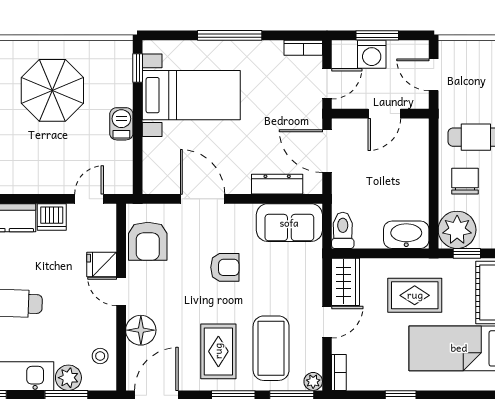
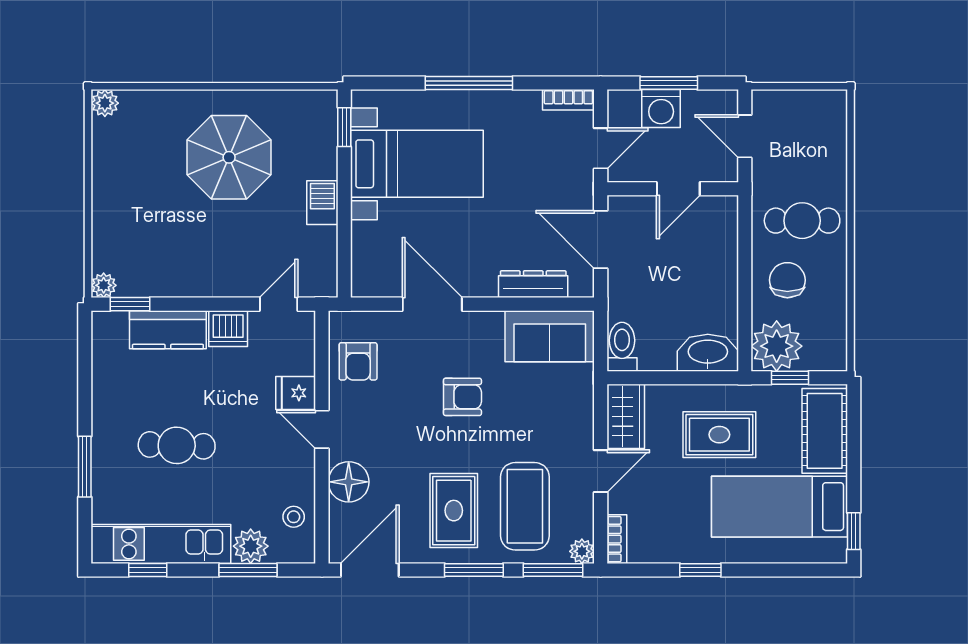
armchair: (148, 241) -> (358, 361), width x0.72, depth x0.72

